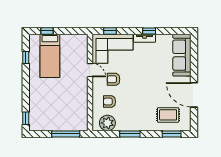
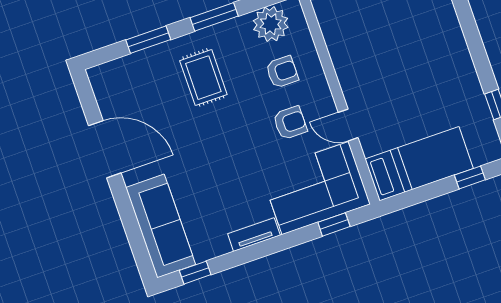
window: (149, 31) -> (195, 273), moved
bed: (50, 56) -> (419, 164), moved, turned 90
rug: (168, 115) -> (203, 78), moved, turned 90
window: (172, 134) -> (148, 40), moved

